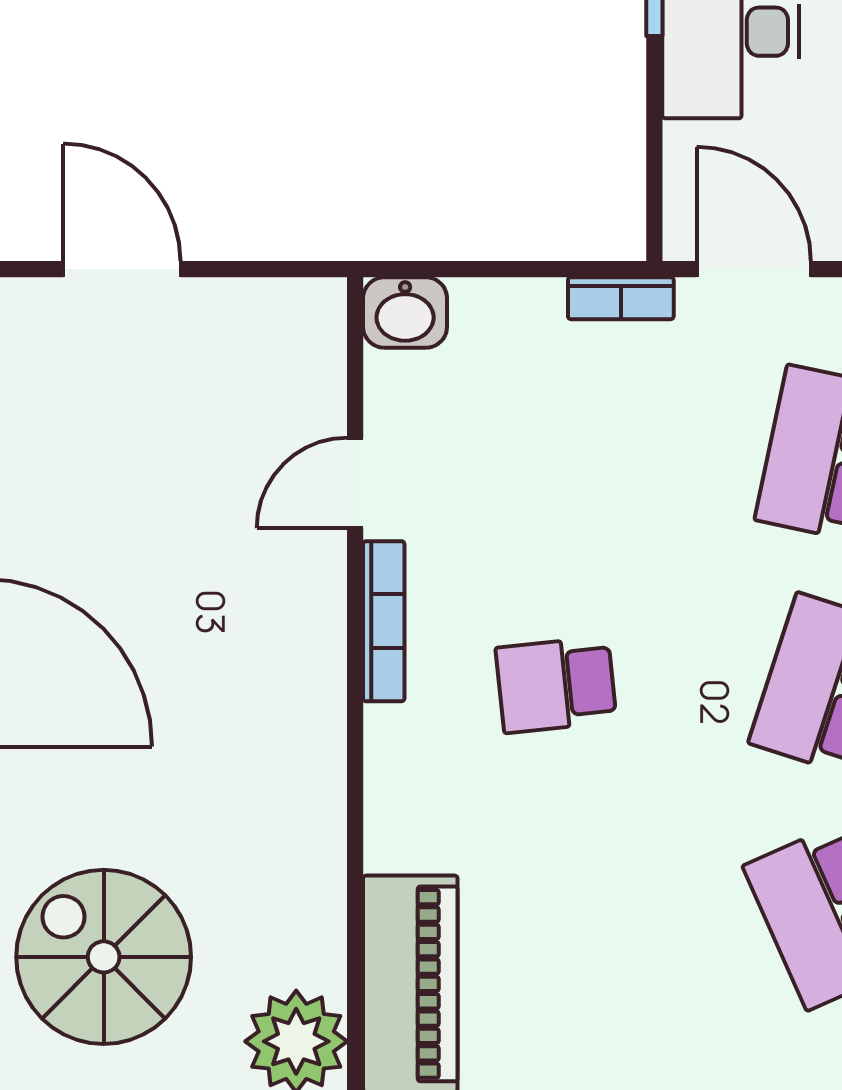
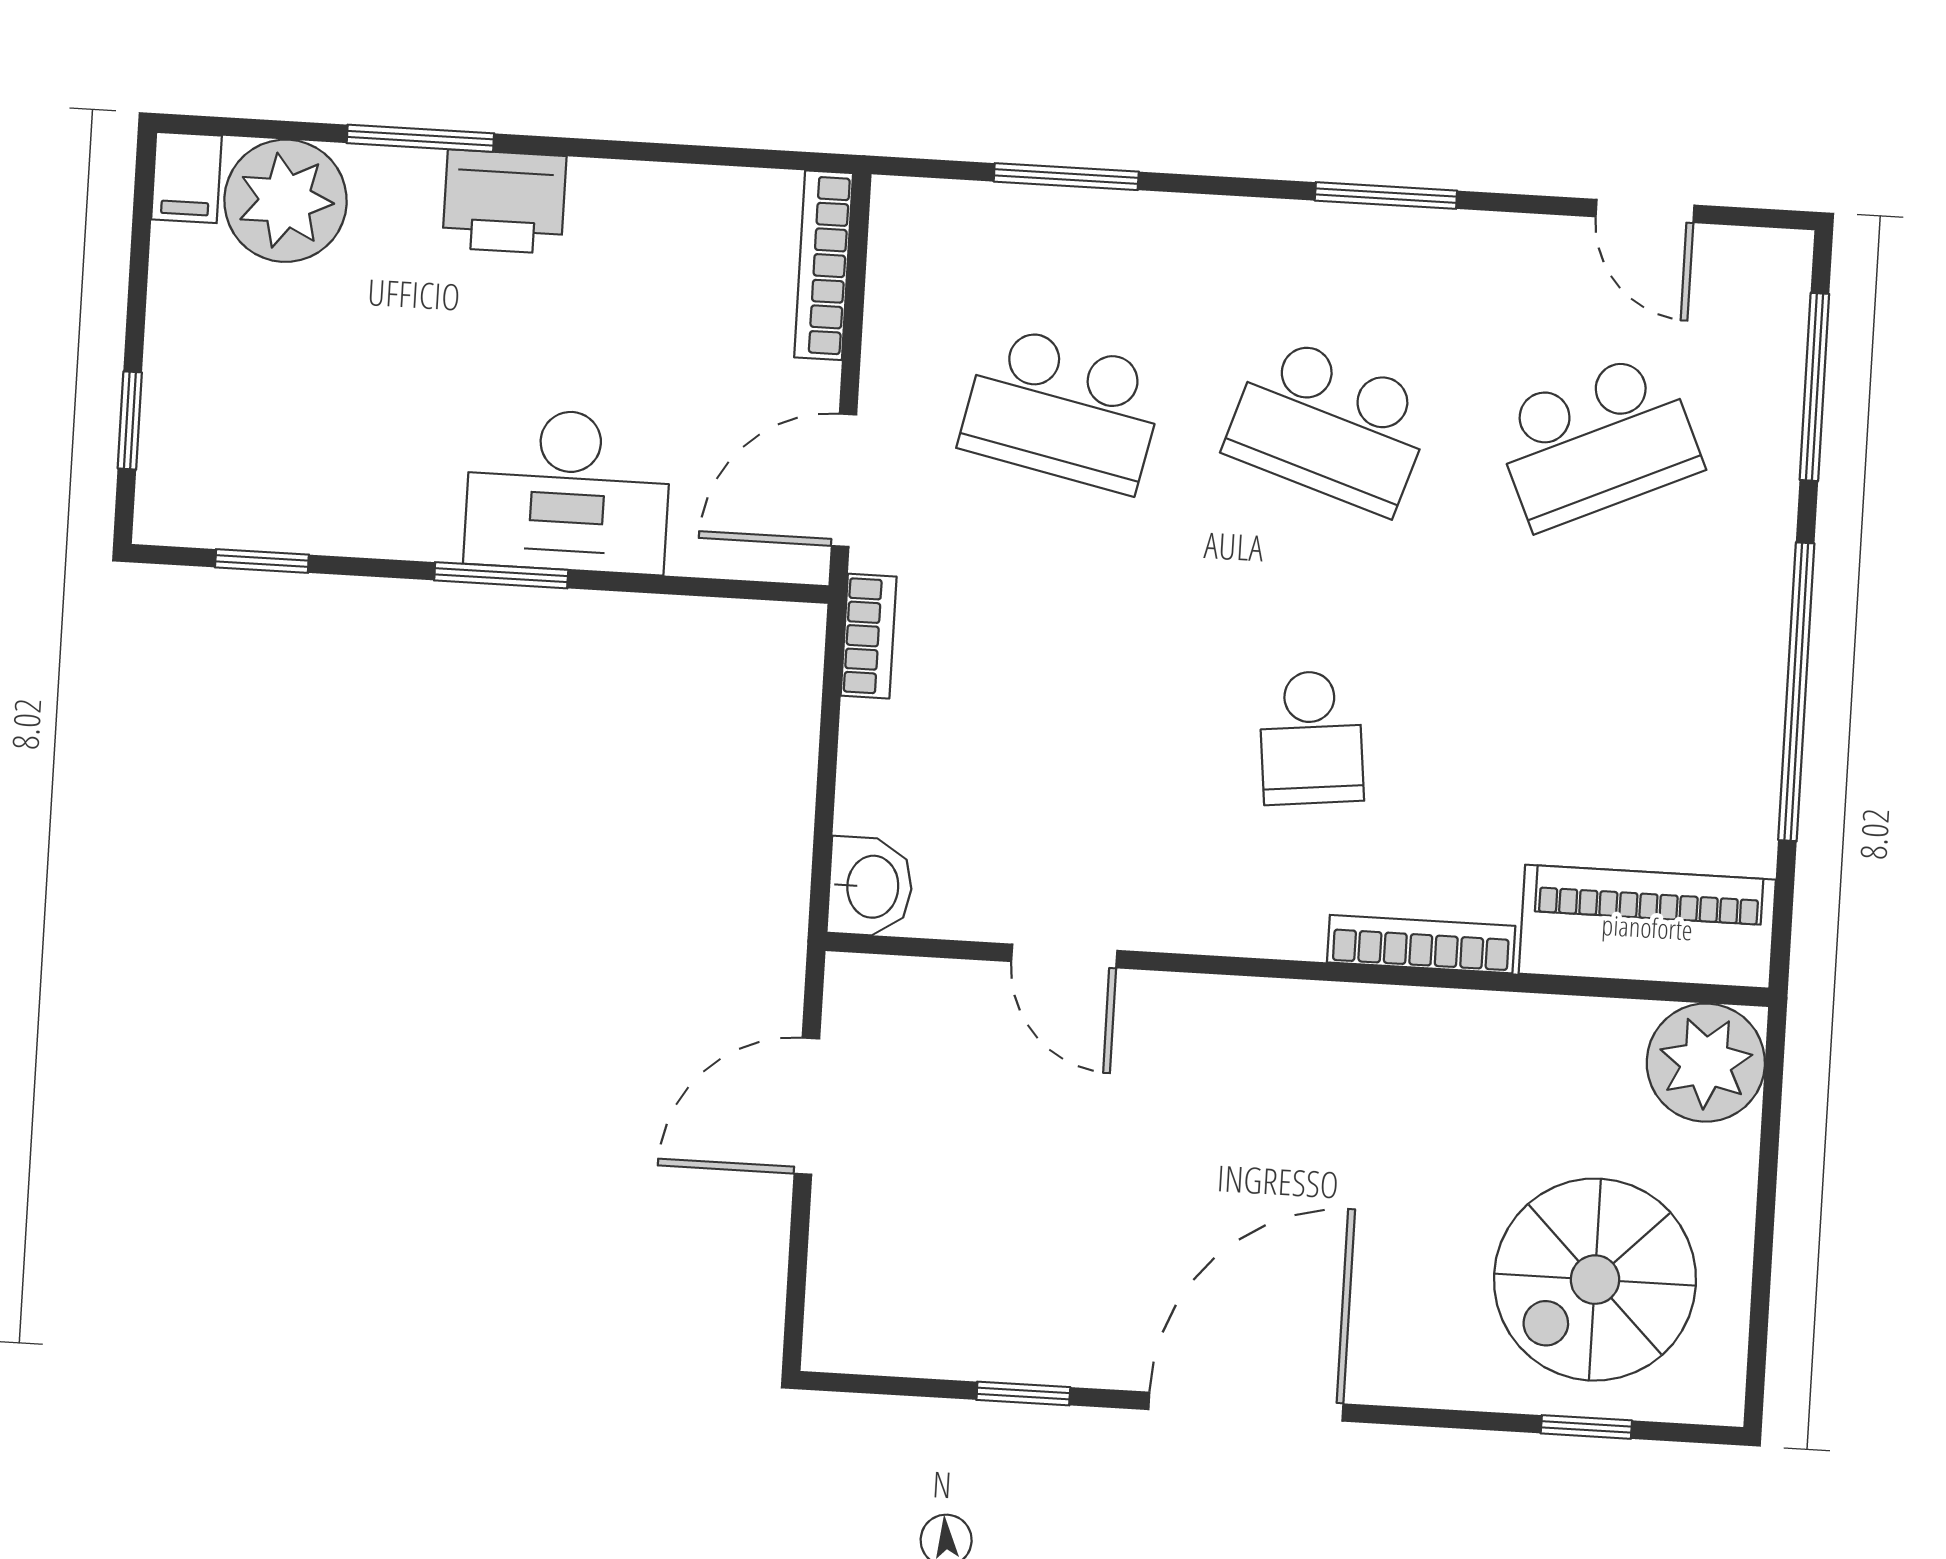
door: (122, 269) -> (807, 1106), moved
bookcase: (384, 621) -> (1421, 944), moved

